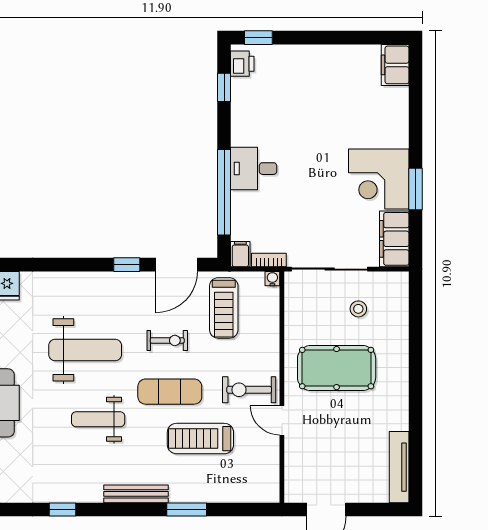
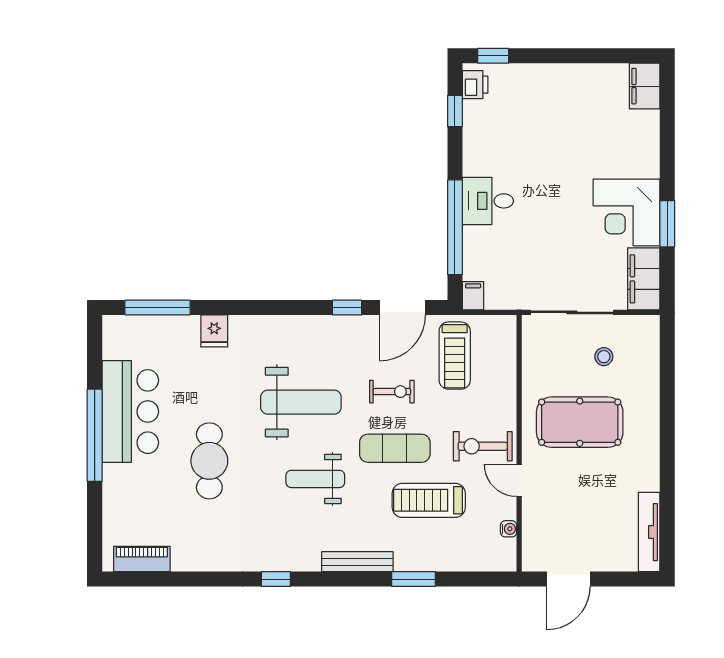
bookcase: (269, 260) -> (505, 302), removed
water cooler: (272, 279) -> (509, 529), moved, turned 90

